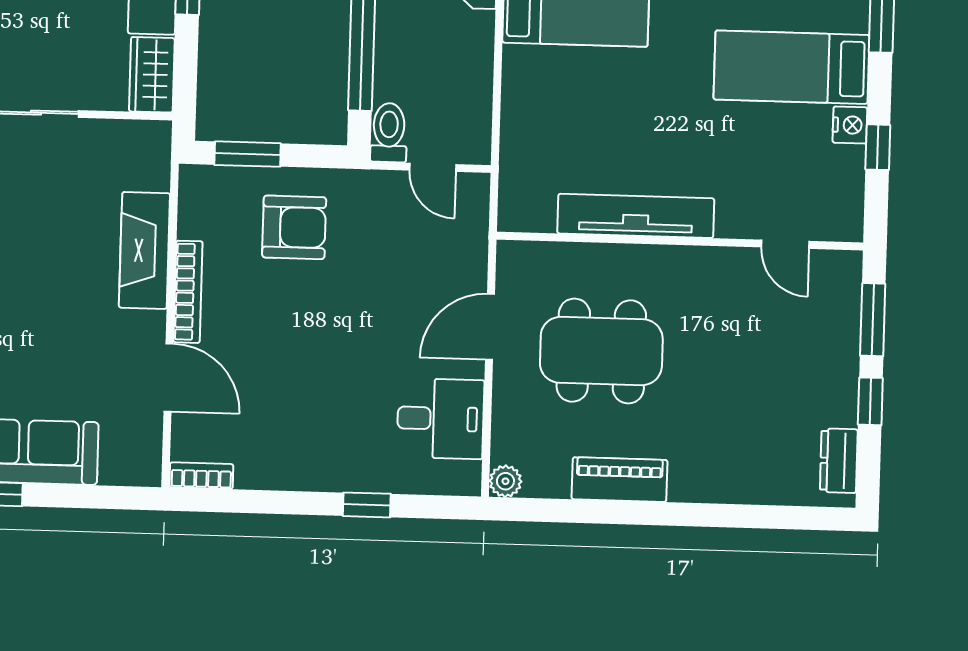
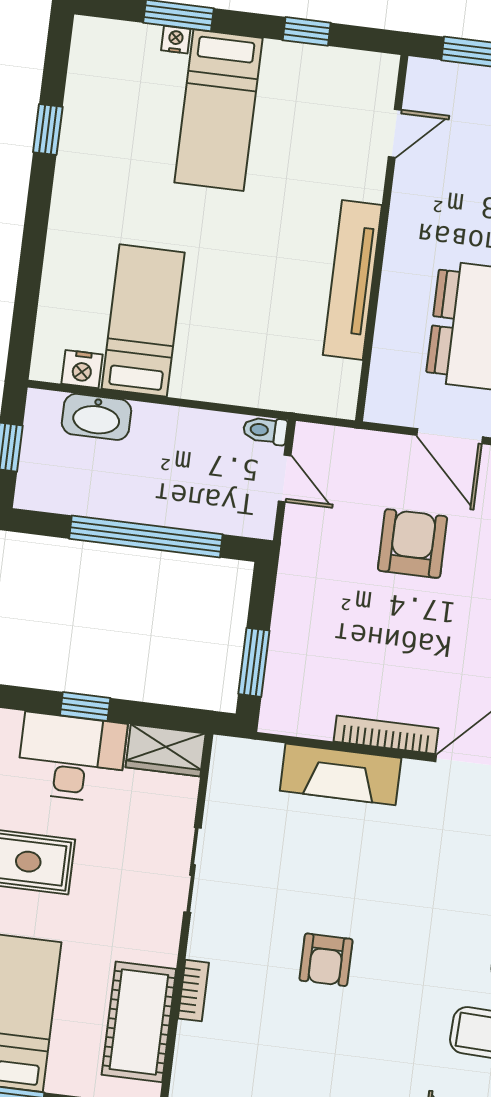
nightstand: (850, 125) -> (176, 40), moved, width x0.72, depth x0.74
toilet: (389, 133) -> (265, 430), moved, width x0.73, depth x0.72
door: (433, 167) -> (285, 478), hinge flipped
armchair: (294, 227) -> (413, 544), moved

